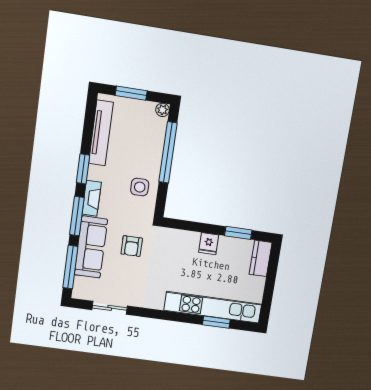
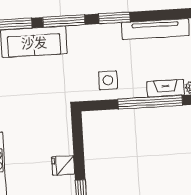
fireplace: (92, 198) -> (166, 88), moved, turned 180
armchair: (132, 246) -> (44, 84), removed

